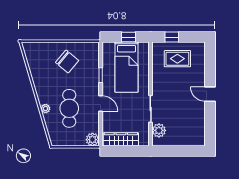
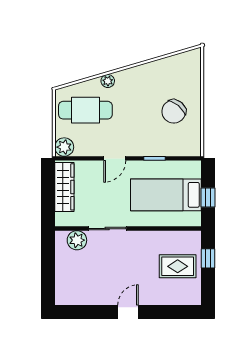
rug: (177, 59) -> (178, 266), turned 90
cafe table: (69, 108) -> (85, 110), moved

